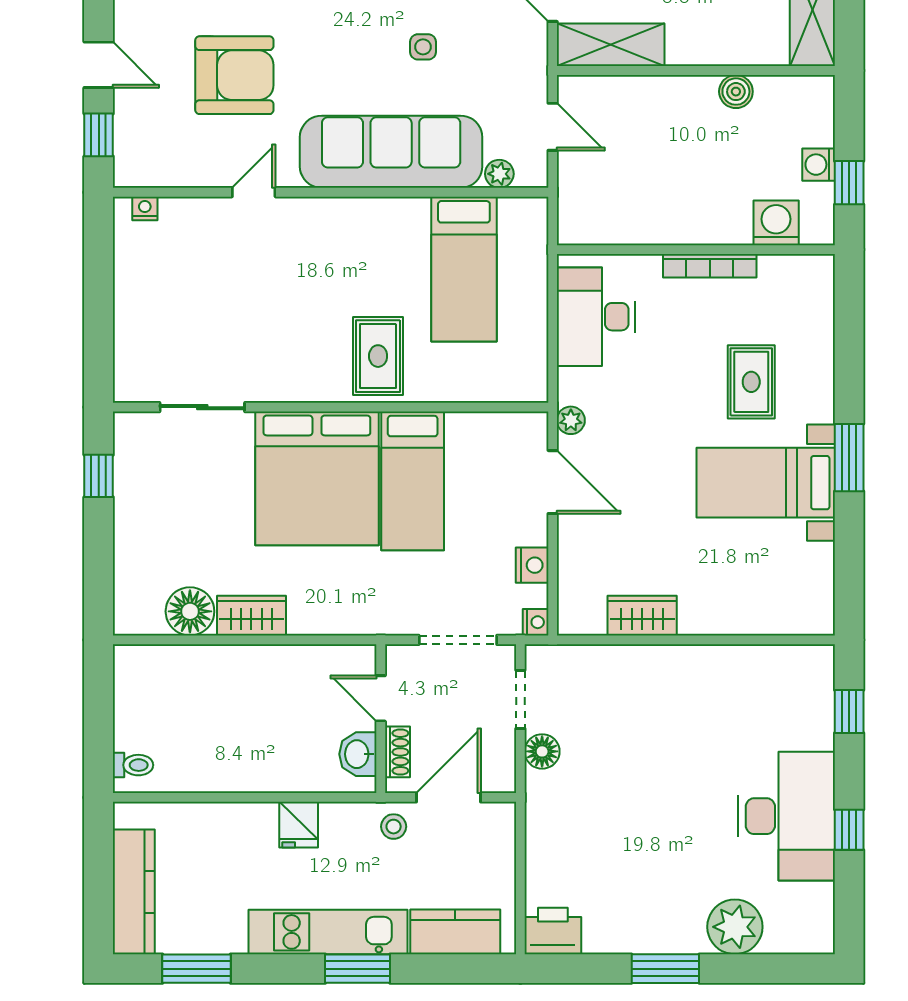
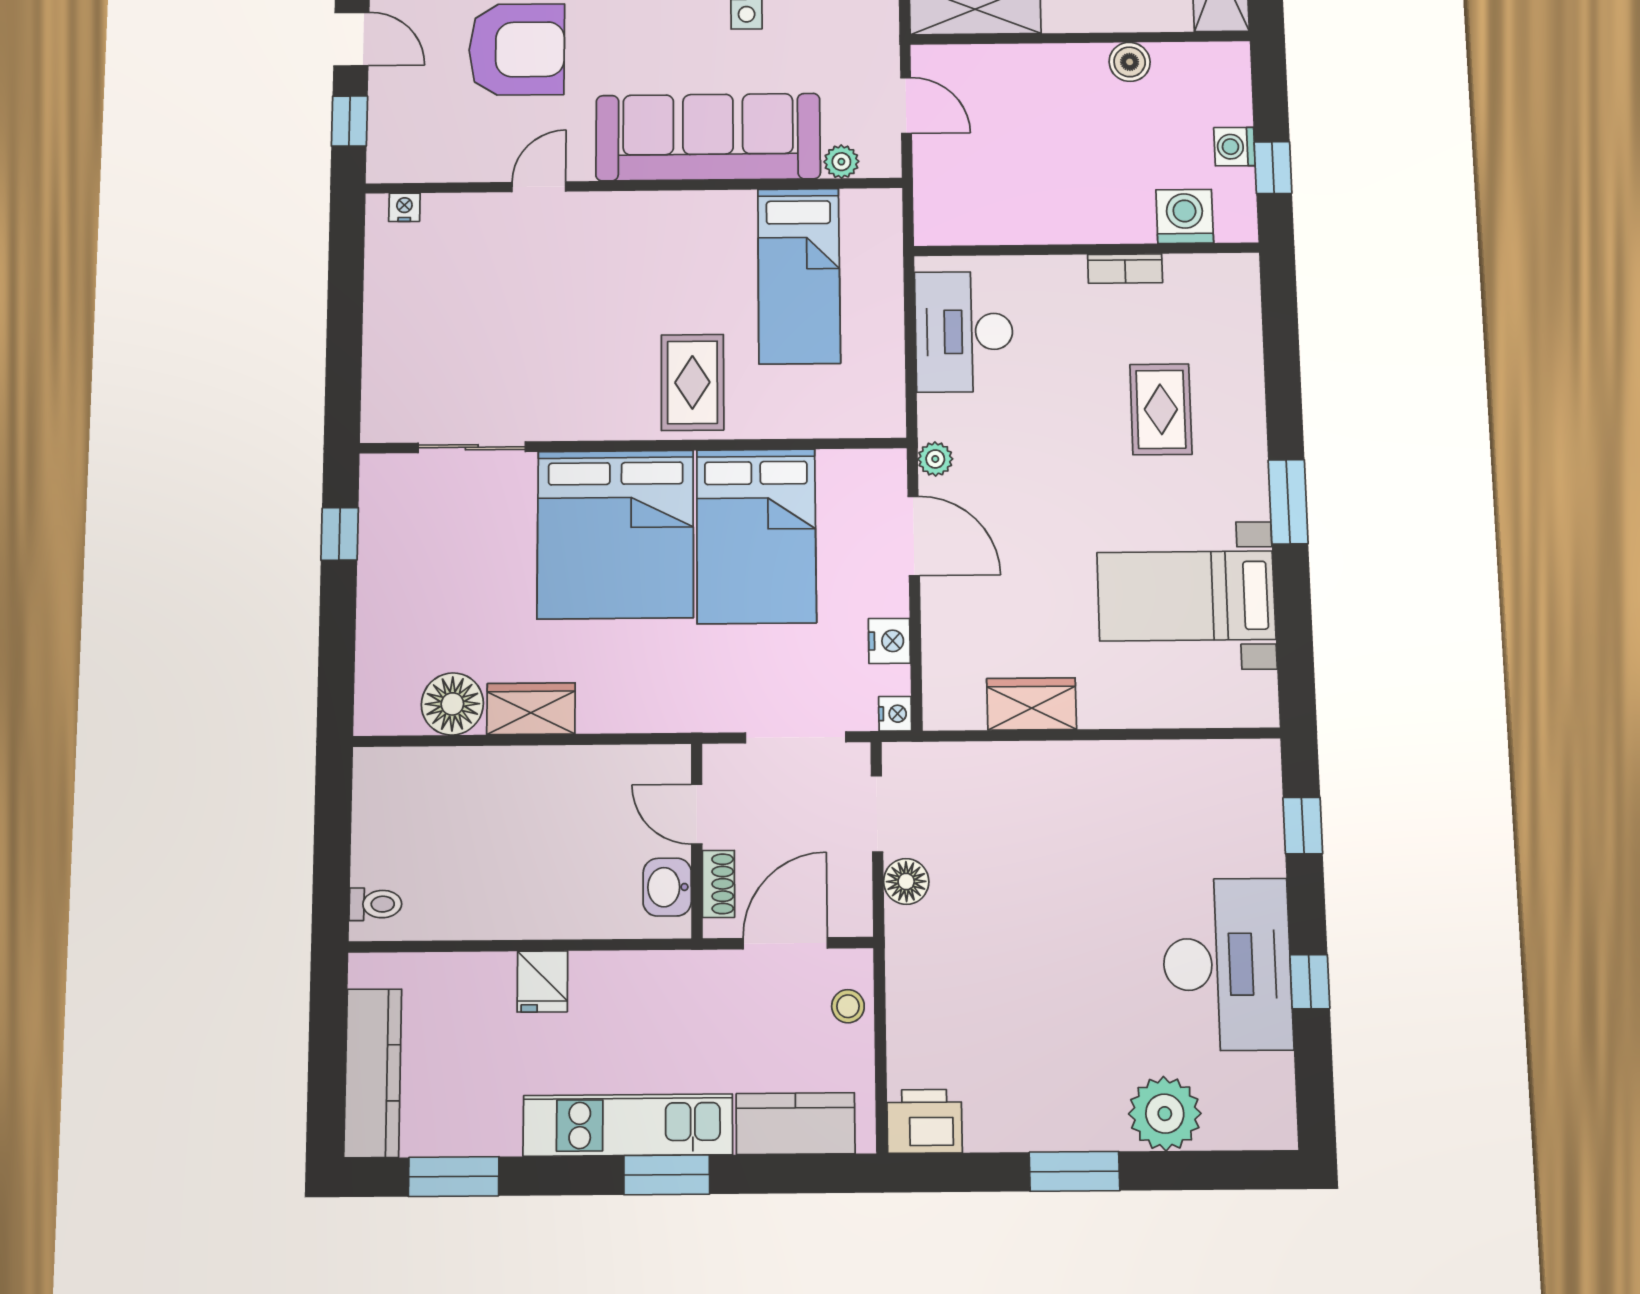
bookcase: (710, 266) -> (1125, 269), width x0.64
bed: (413, 481) -> (756, 536), width x1.50
bed with nightstands: (766, 483) -> (1186, 596), moved
fridge: (299, 825) -> (542, 981), moved
stool: (394, 827) -> (848, 1006), moved

